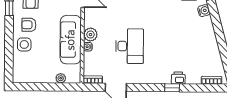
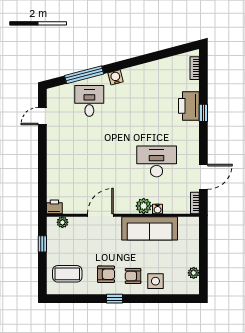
armchair: (29, 25) -> (133, 276), turned 90
plant: (61, 78) -> (194, 273), moved
printer: (178, 78) -> (189, 106), width x1.87, depth x1.48

